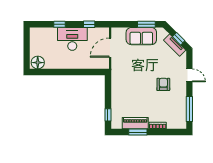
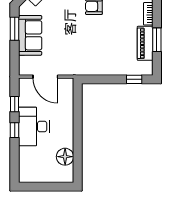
window: (59, 24) -> (15, 130), moved
floor lamp: (38, 63) -> (65, 157), moved

